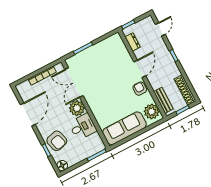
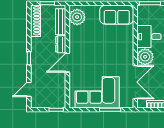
dresser: (133, 42) -> (61, 44), moved
corner sofa: (102, 57) -> (97, 92), added
armchair: (140, 89) -> (77, 44), removed
sofa: (124, 128) -> (117, 15), width x0.73

